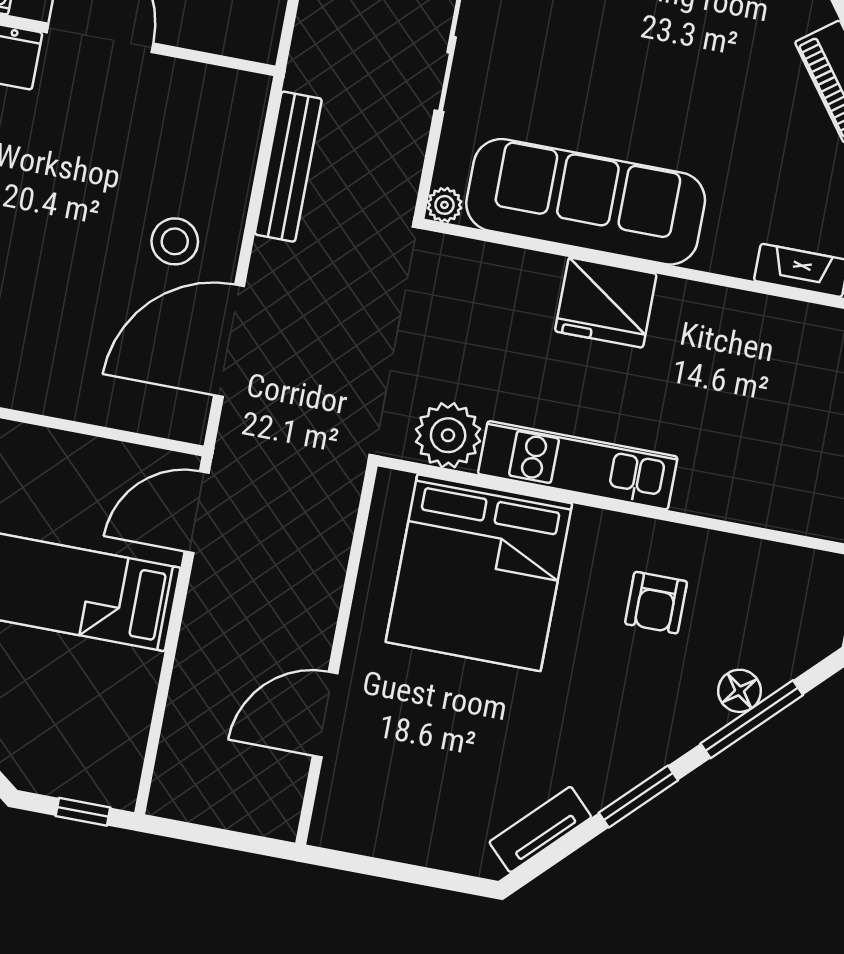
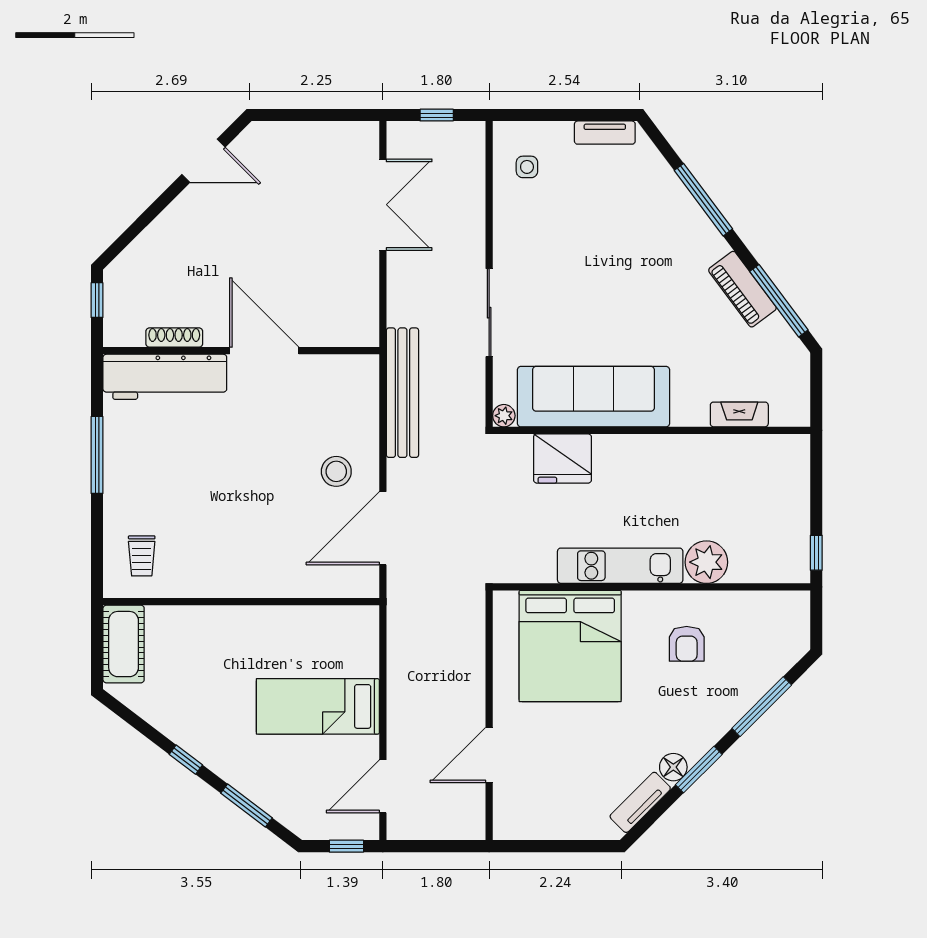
bench: (288, 167) -> (402, 393), width x1.37, depth x1.21
fridge: (606, 303) -> (563, 458), moved
plant: (448, 435) -> (706, 562), moved
door: (197, 512) -> (383, 786), moved
floor lamp: (740, 691) -> (673, 767), moved

